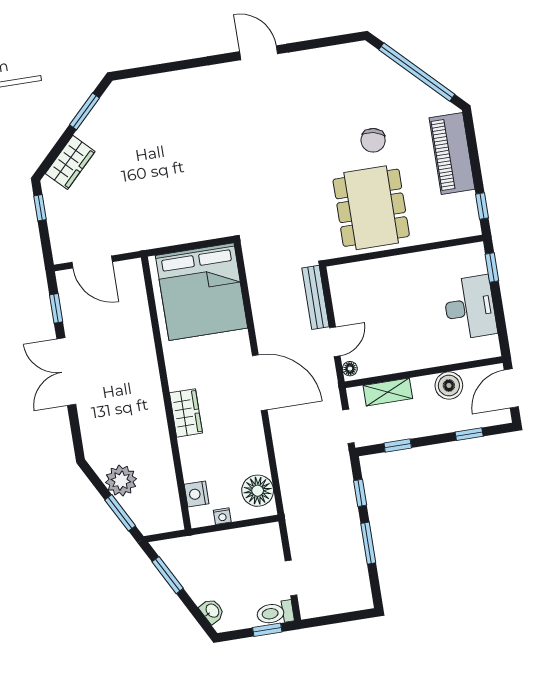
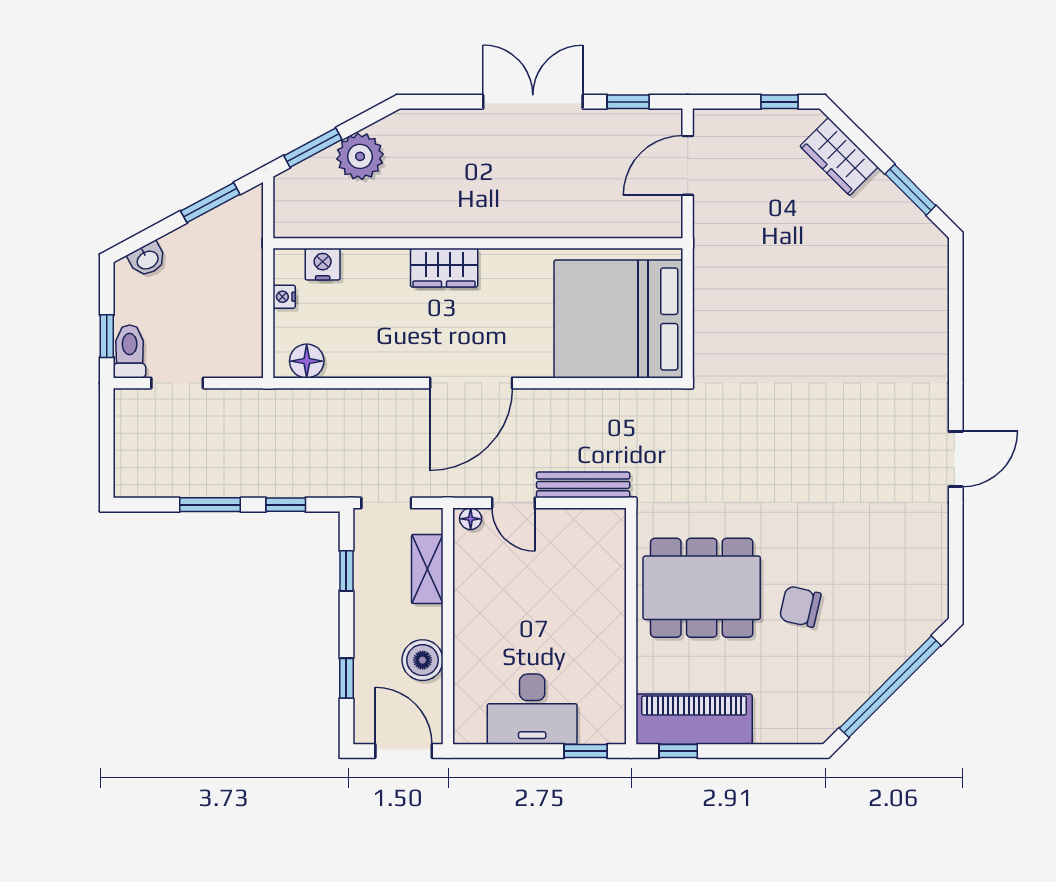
piano: (452, 154) -> (694, 719), moved
floor lamp: (258, 491) -> (307, 361), width x0.73, depth x0.73

